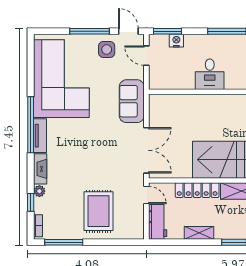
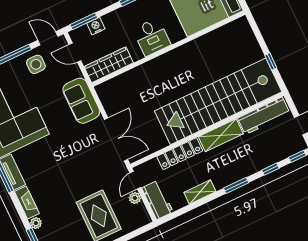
desk: (210, 74) -> (152, 37), moved
wardrobe: (171, 81) -> (109, 65), added
door: (146, 195) -> (135, 180), swing flipped
plant: (138, 211) -> (135, 198), added

